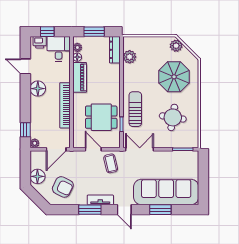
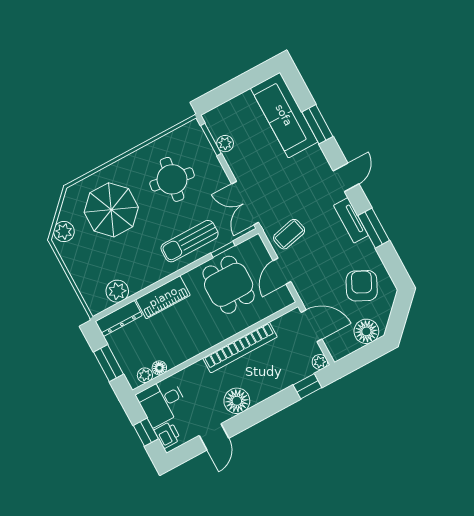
piano: (80, 77) -> (163, 297), moved, turned 180
plant: (177, 156) -> (225, 144), added
sofa: (166, 192) -> (284, 115), width x0.74, depth x0.79

